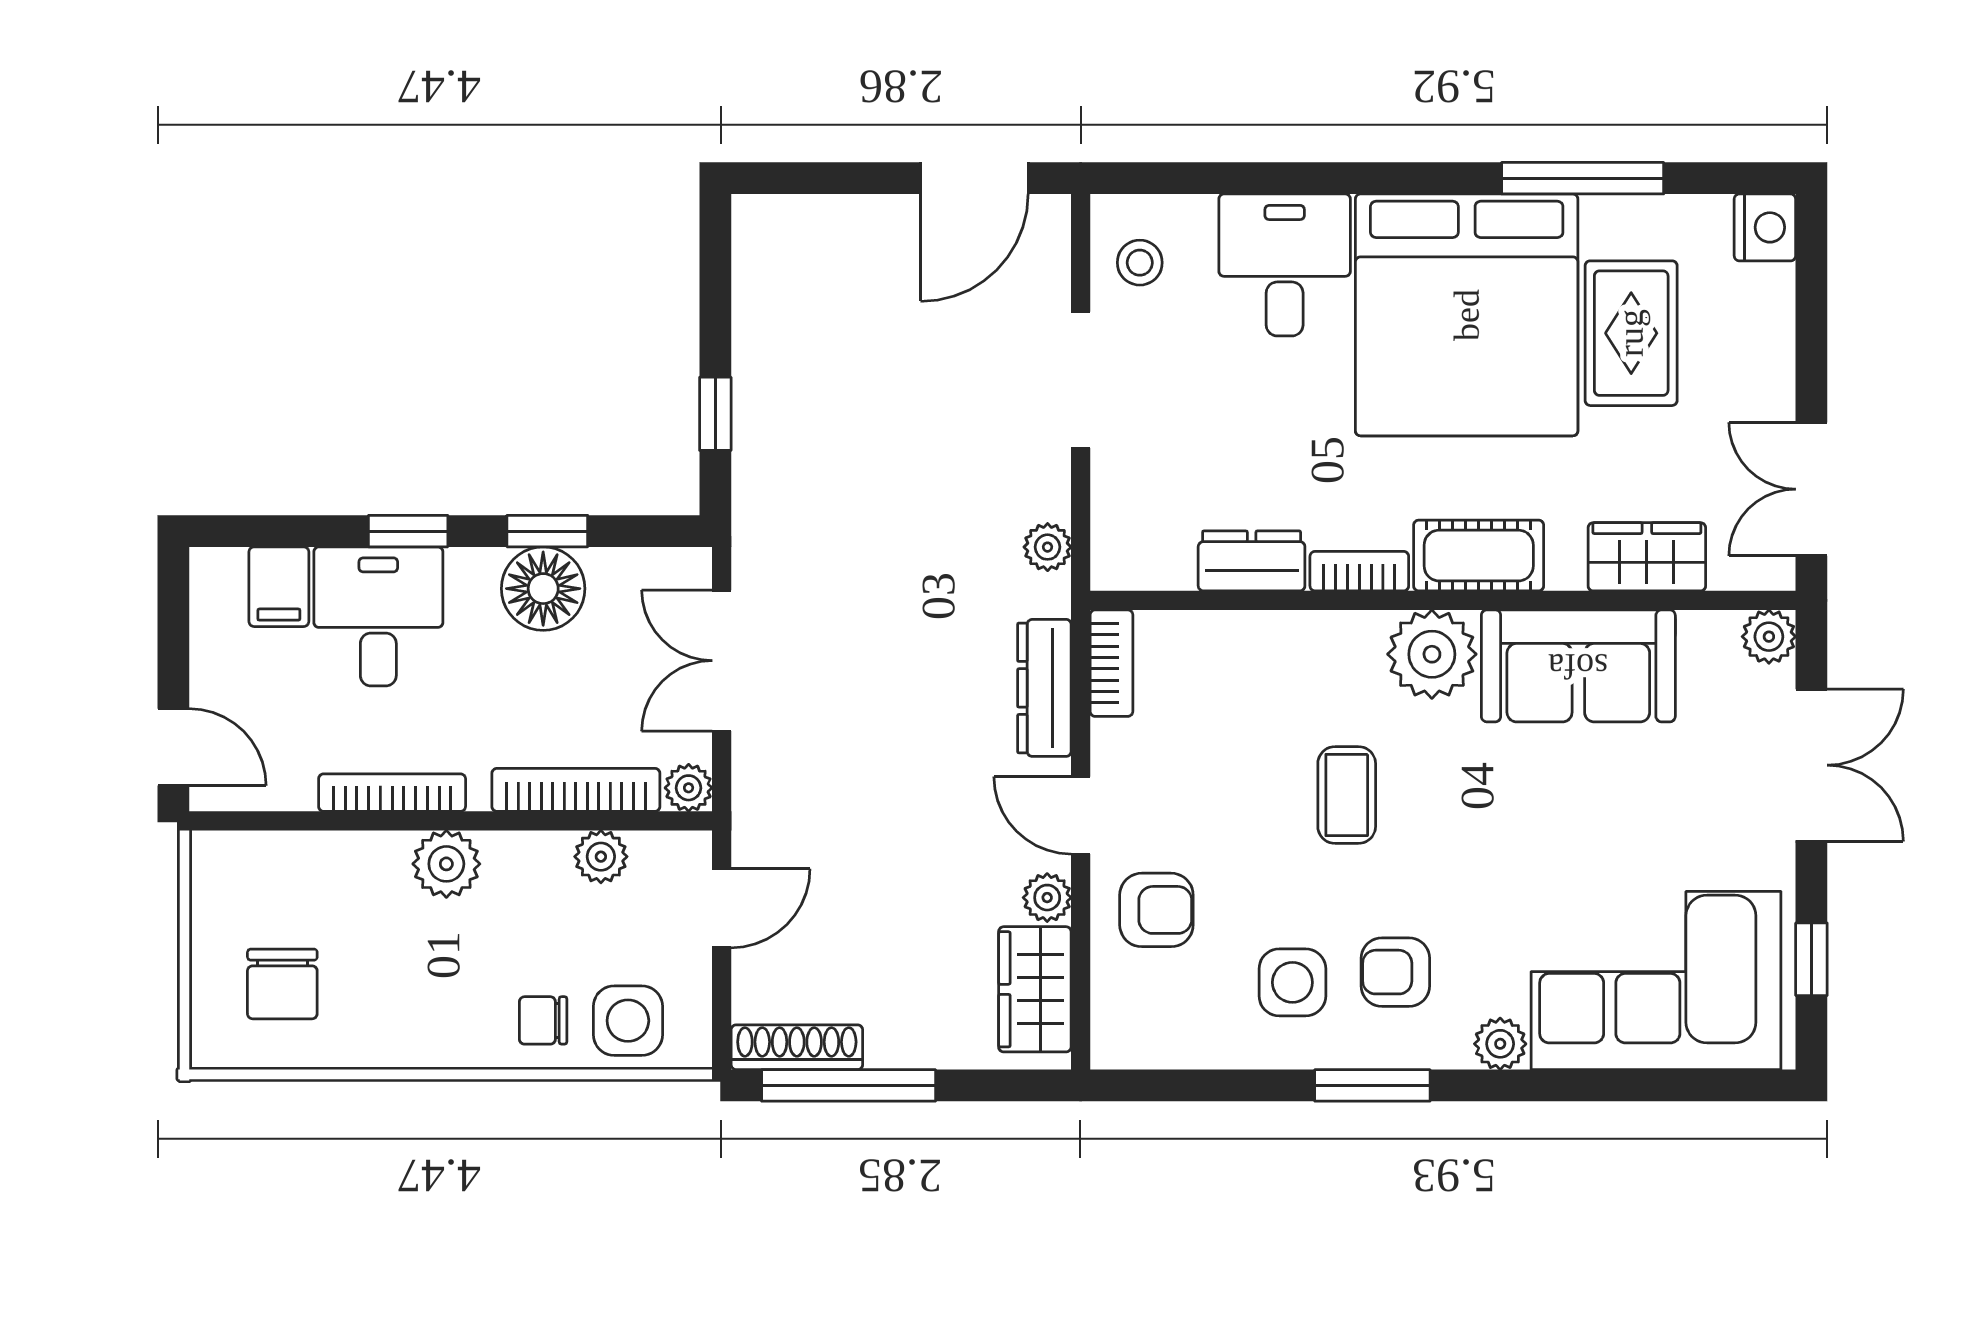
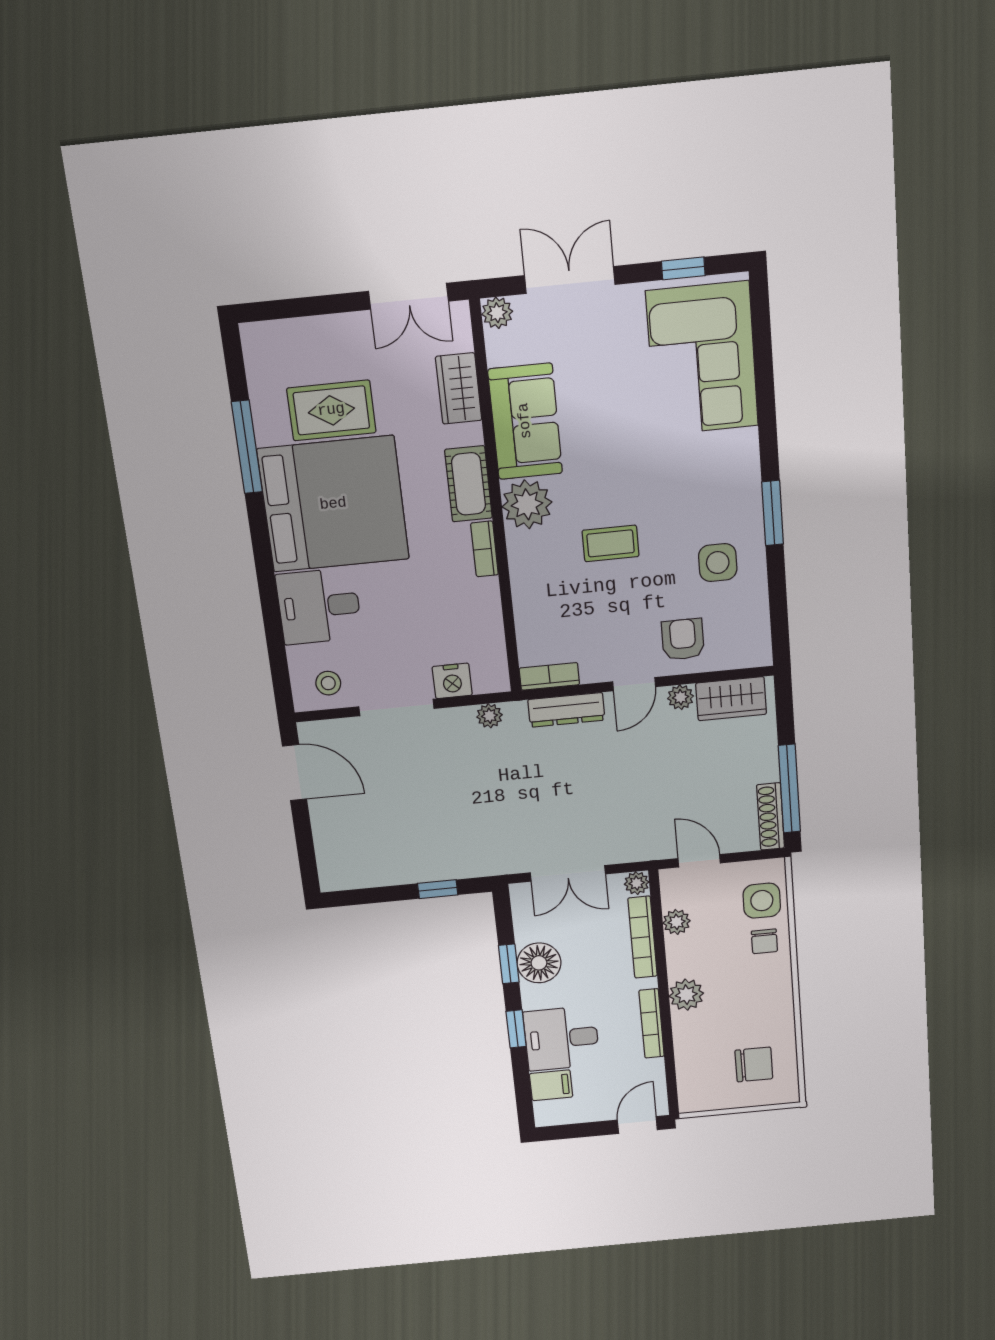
nightstand: (1765, 227) -> (452, 681), moved, turned 180
dresser: (1252, 561) -> (485, 608), removed
armchair: (1395, 972) -> (708, 507), removed
plant: (1500, 1044) -> (745, 444), removed

